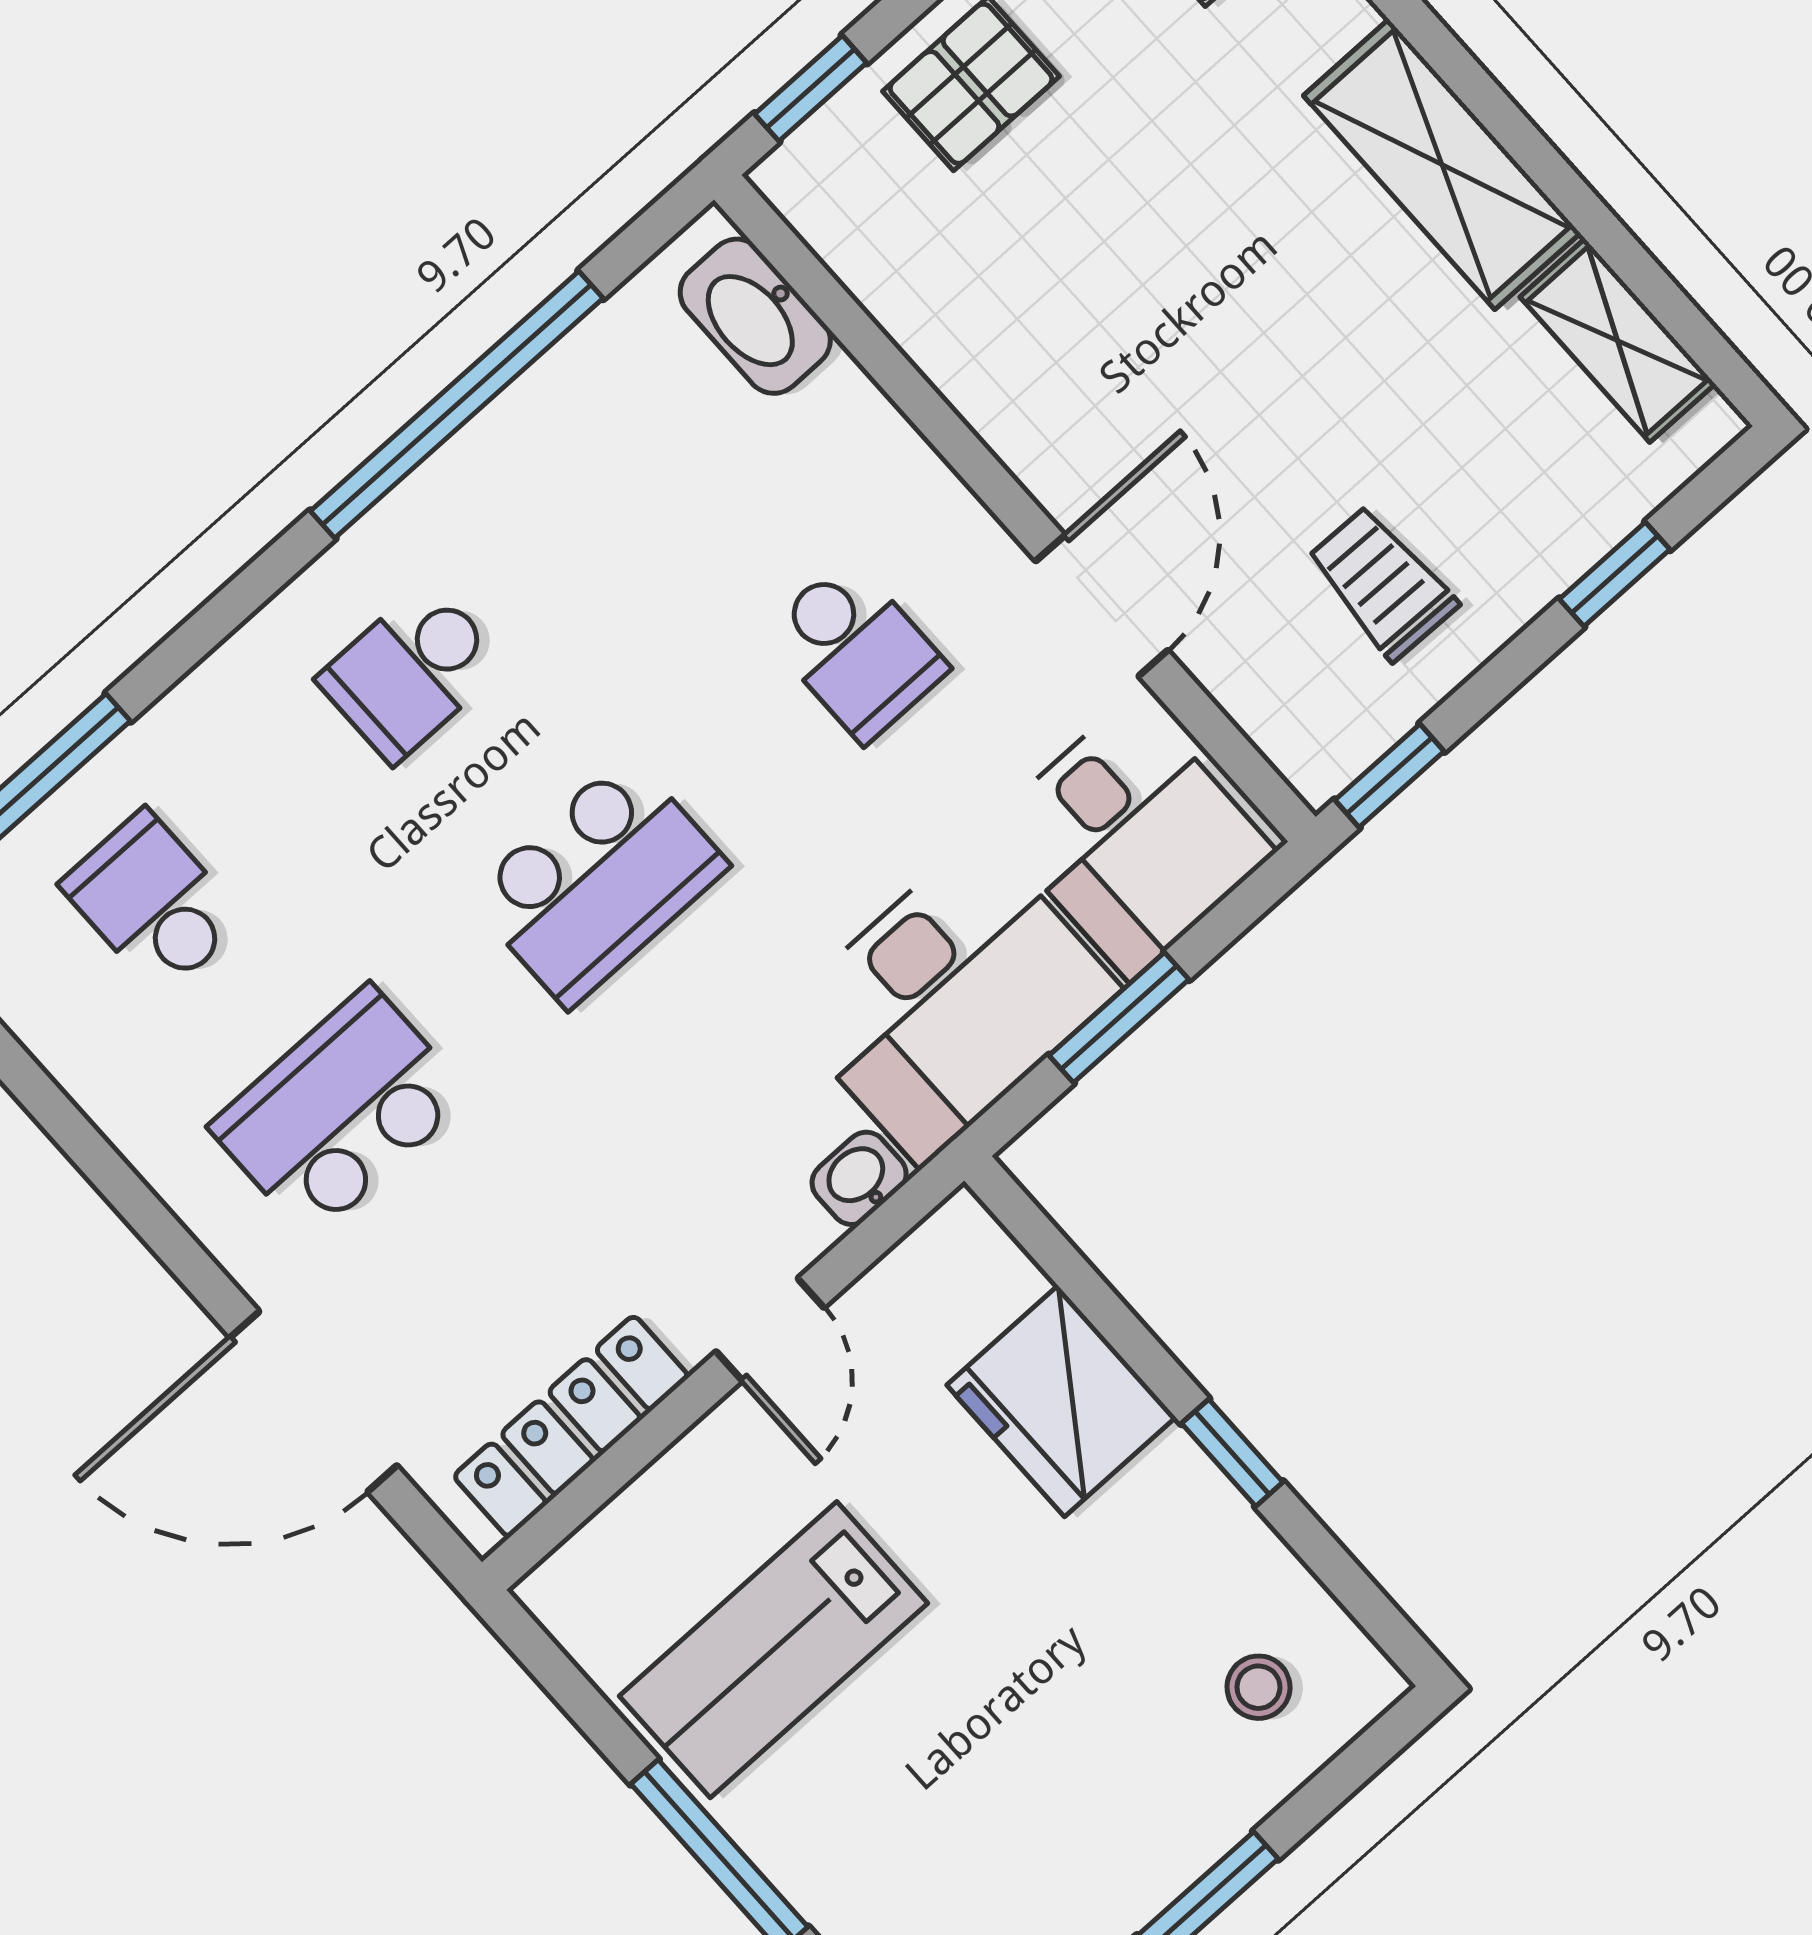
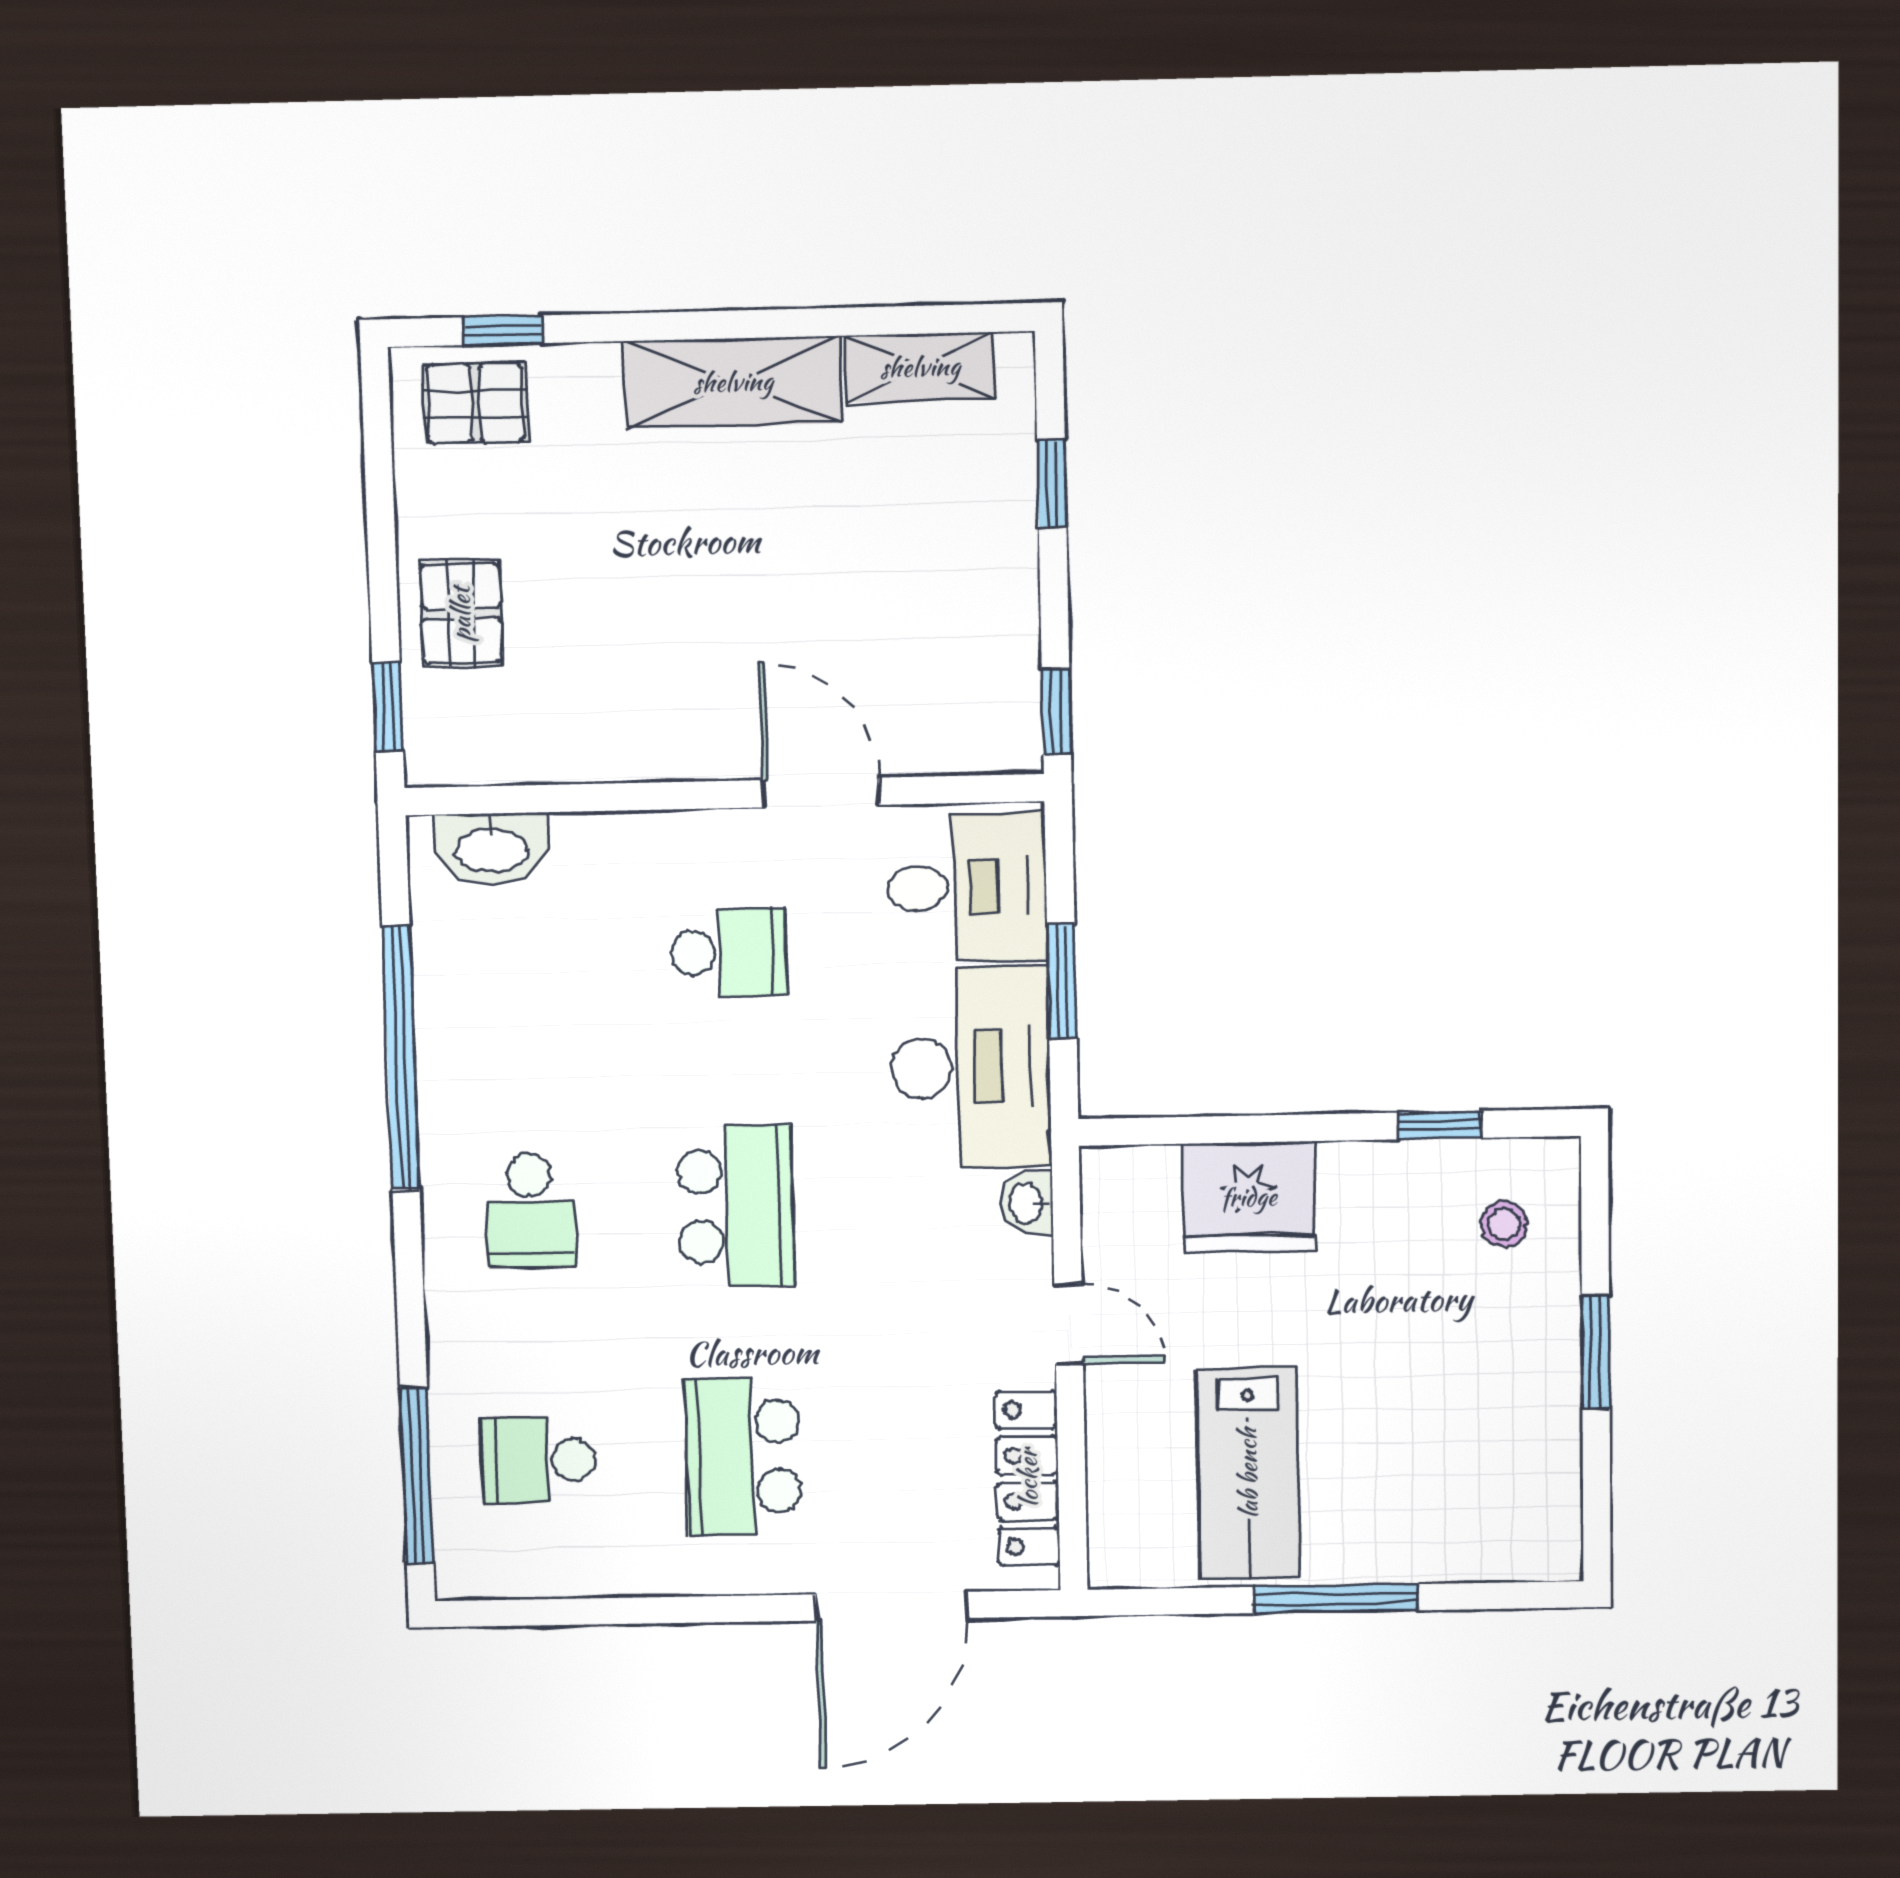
trolley: (1382, 583) -> (943, 622), removed
window: (1232, 1453) -> (1440, 1125), moved

